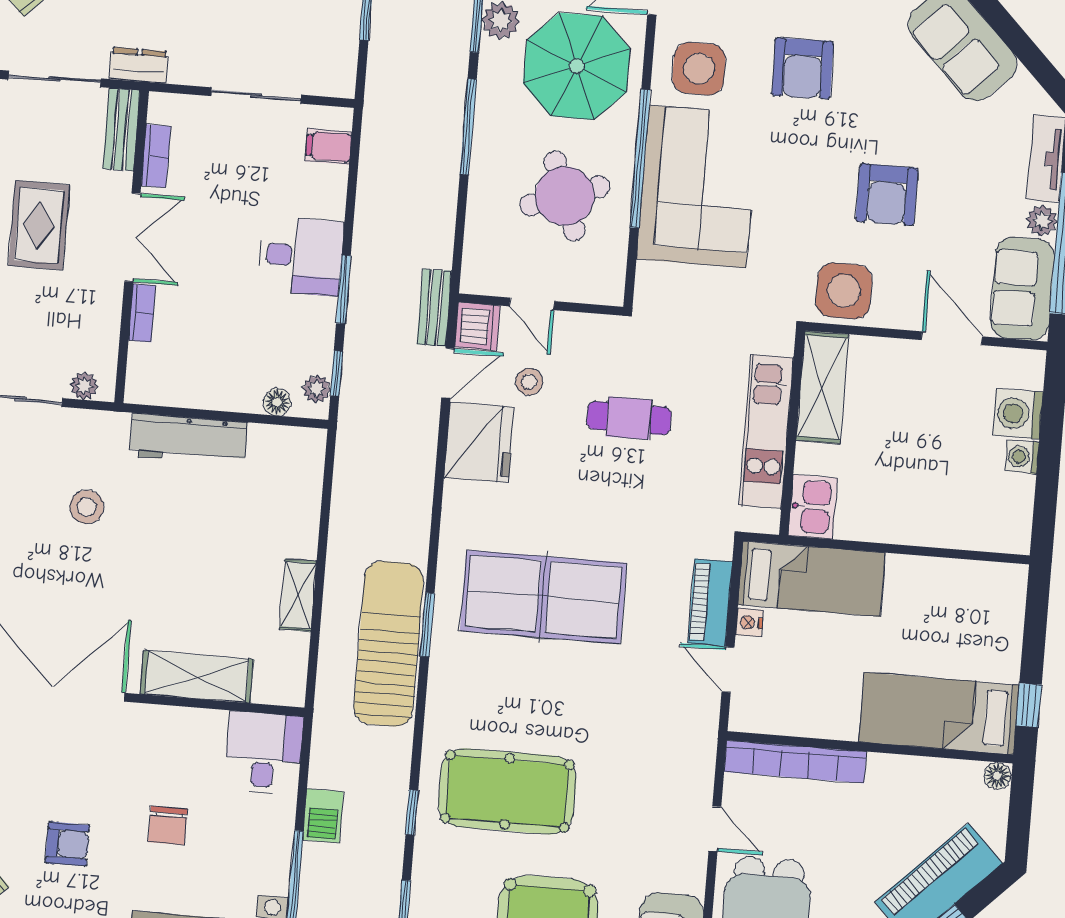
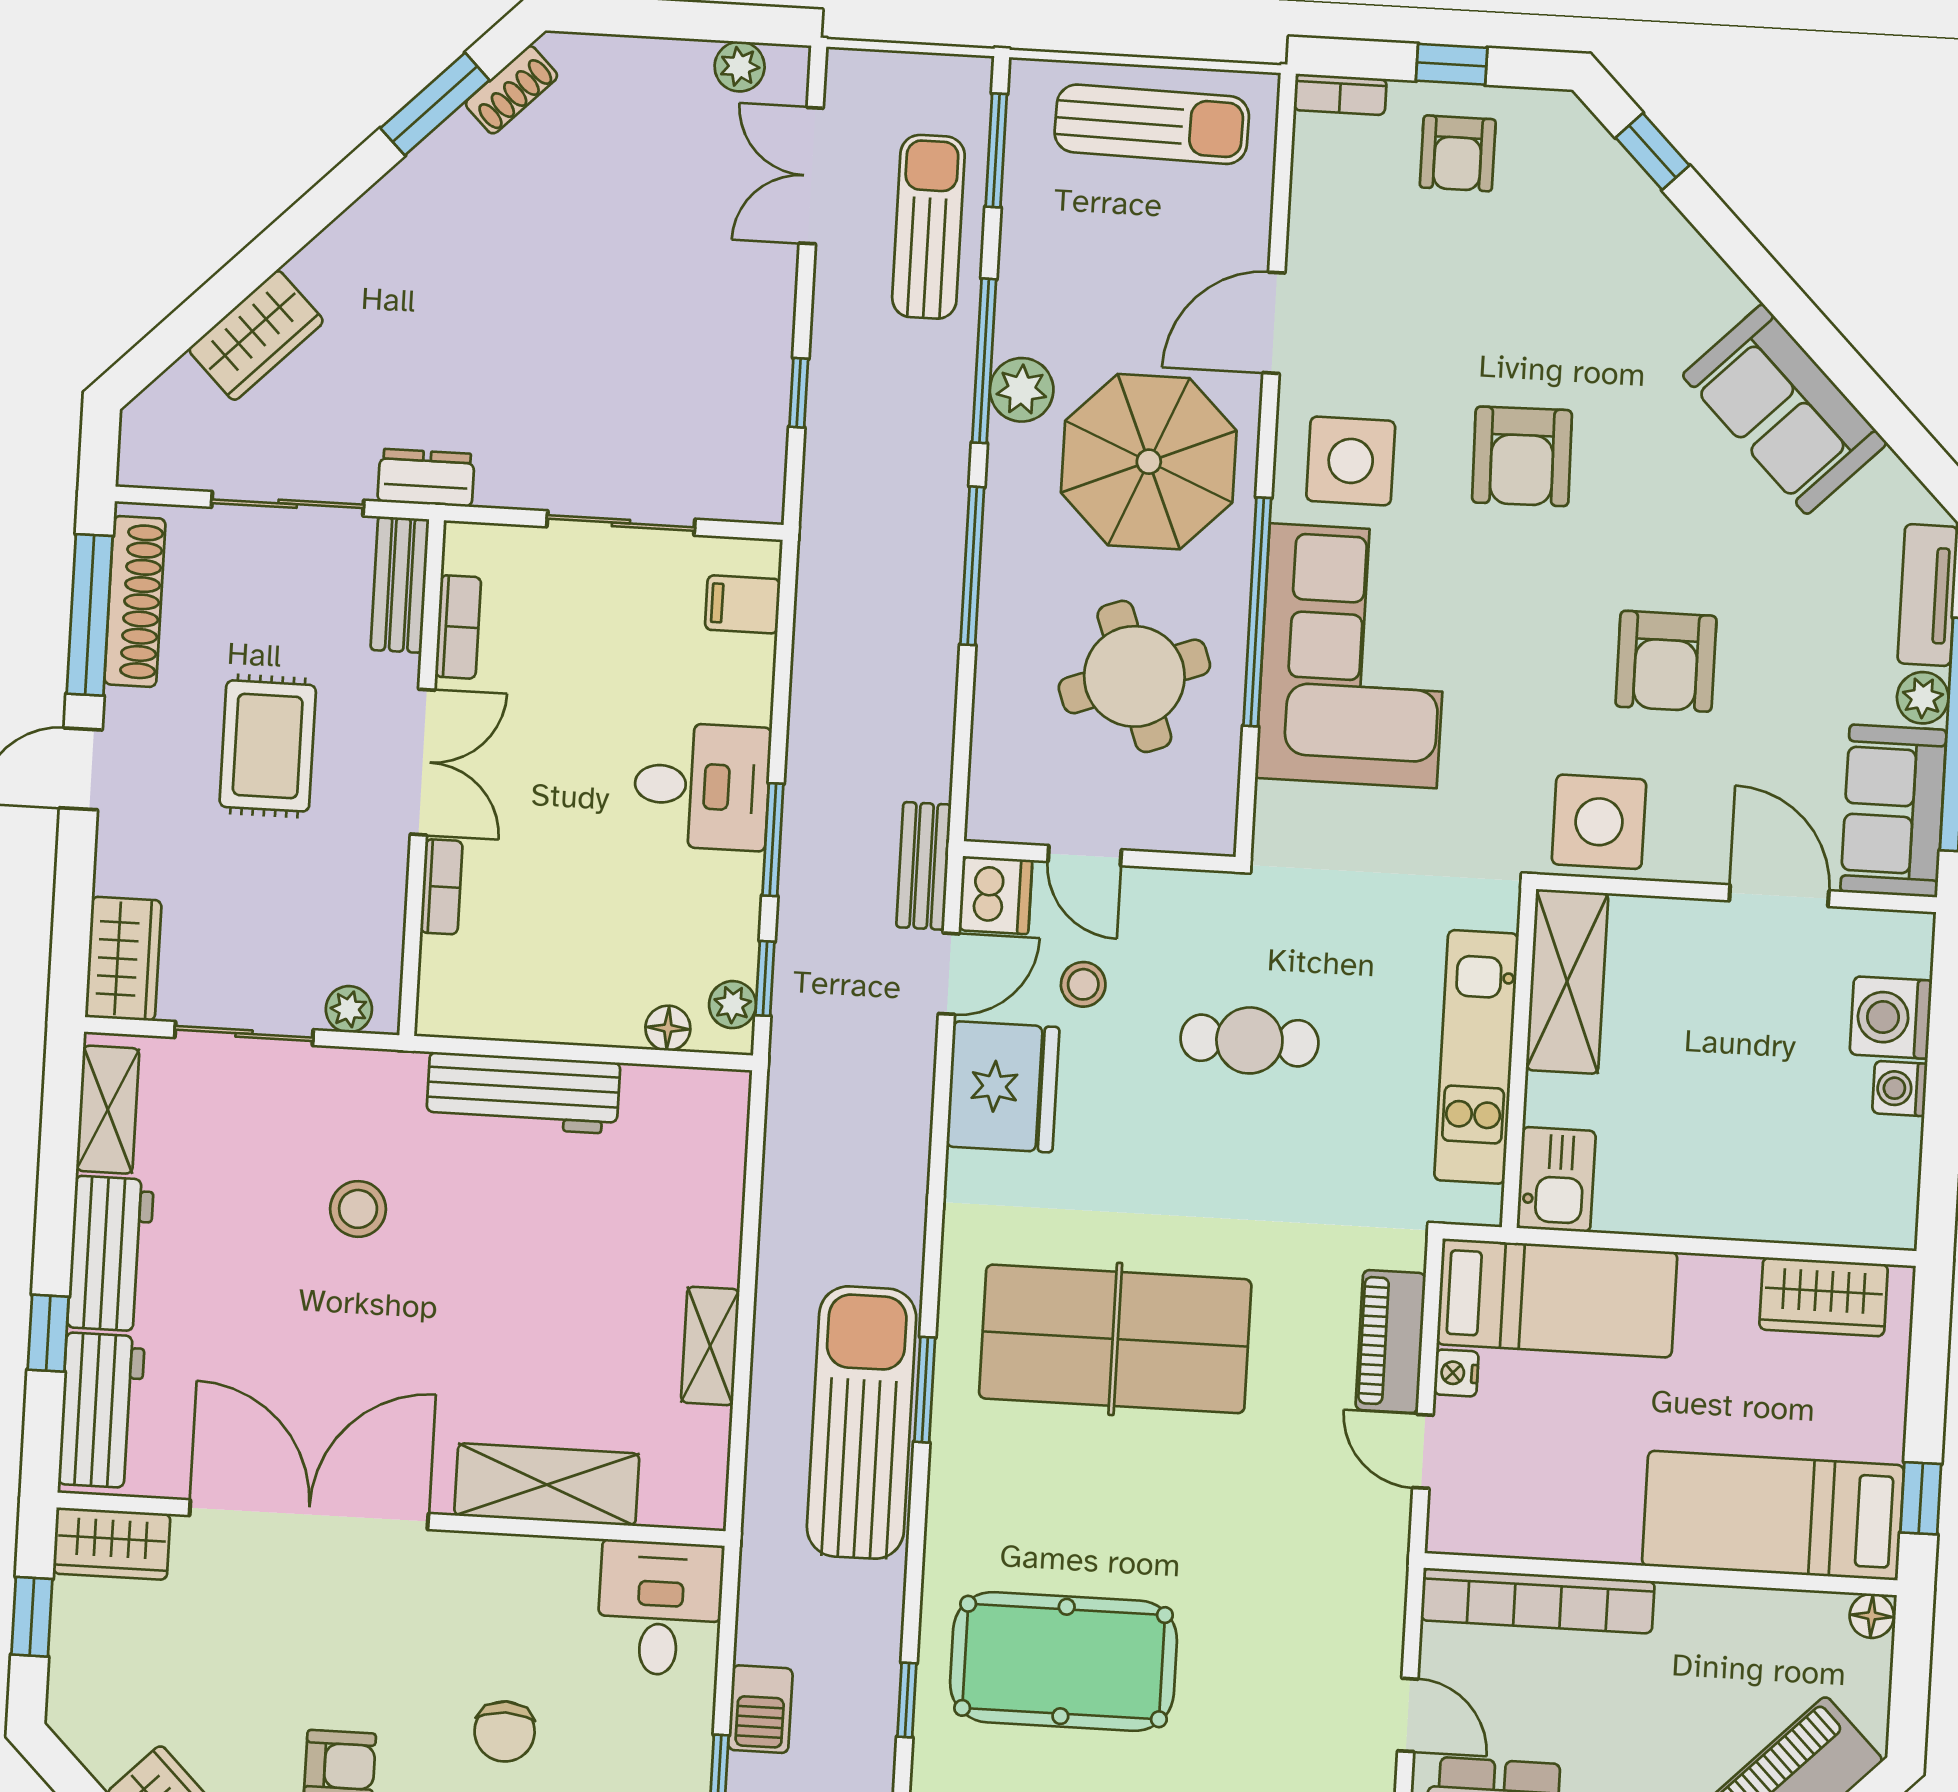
wardrobe: (973, 582) -> (1824, 1297), added

